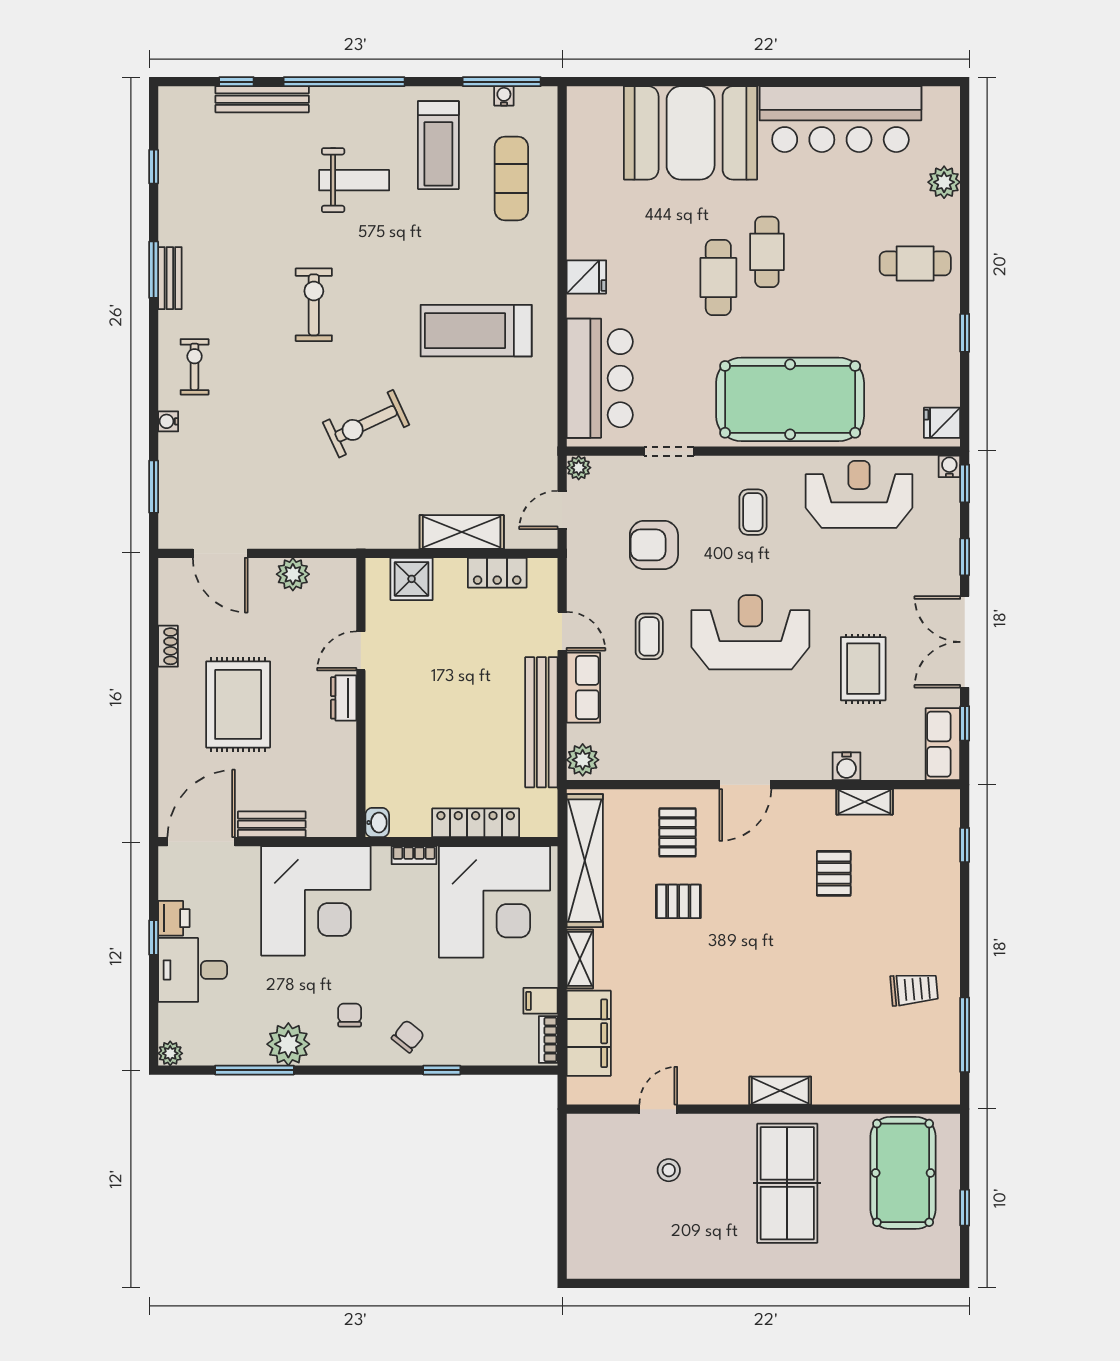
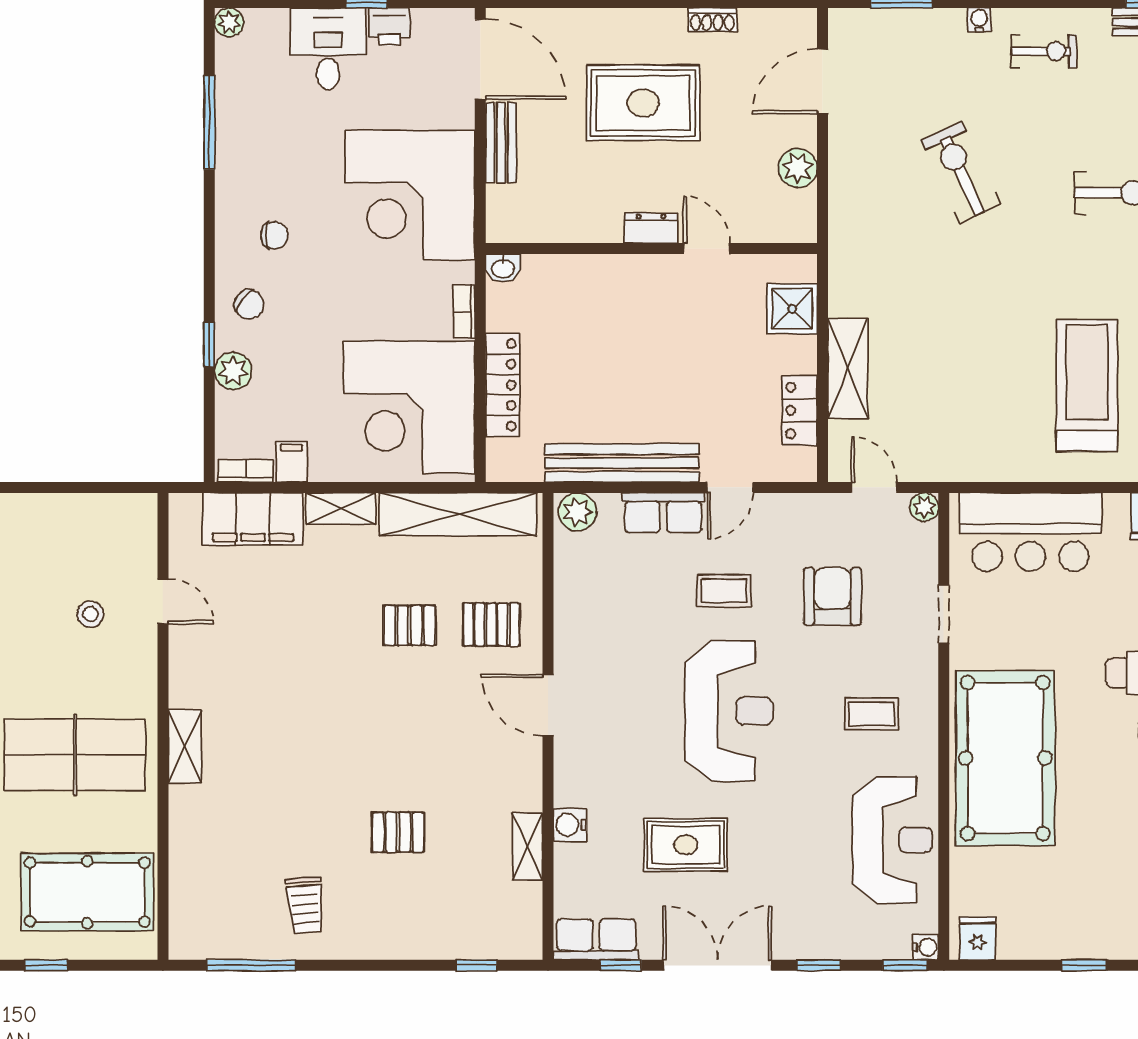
exercise bike: (366, 424) -> (961, 172), moved
pallet: (834, 873) -> (398, 832), moved
pallet: (678, 901) -> (409, 625), turned 90
plant: (288, 1044) -> (233, 371), moved, width x0.73, depth x0.73

